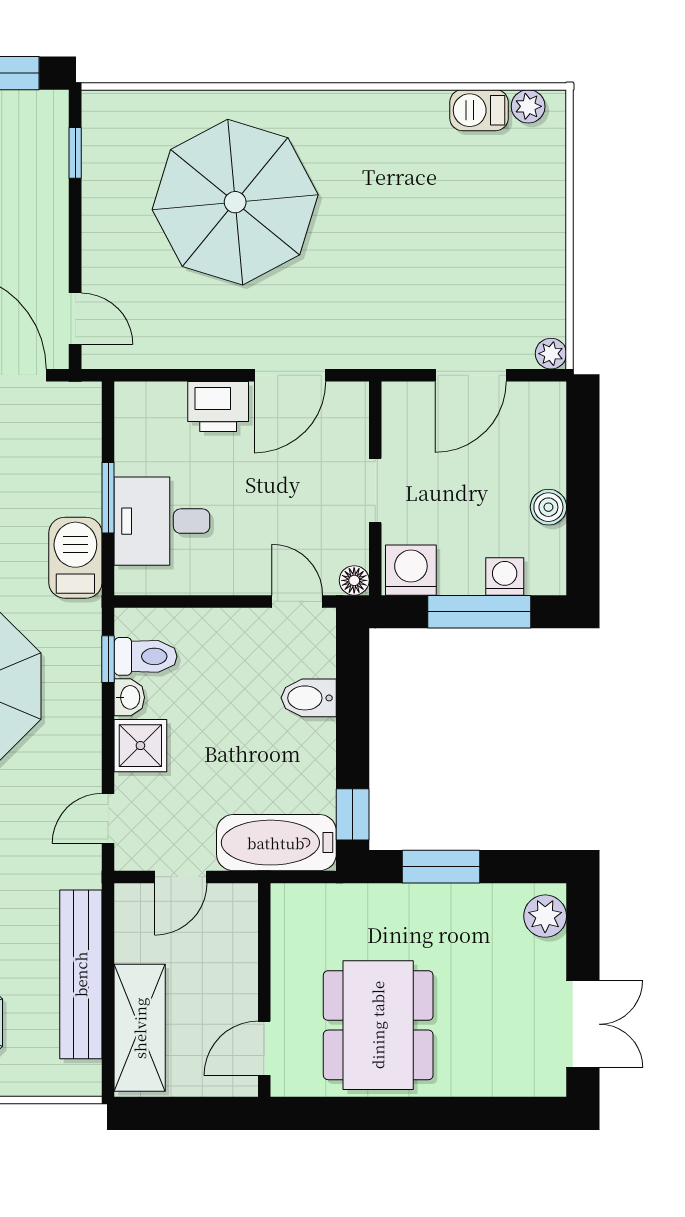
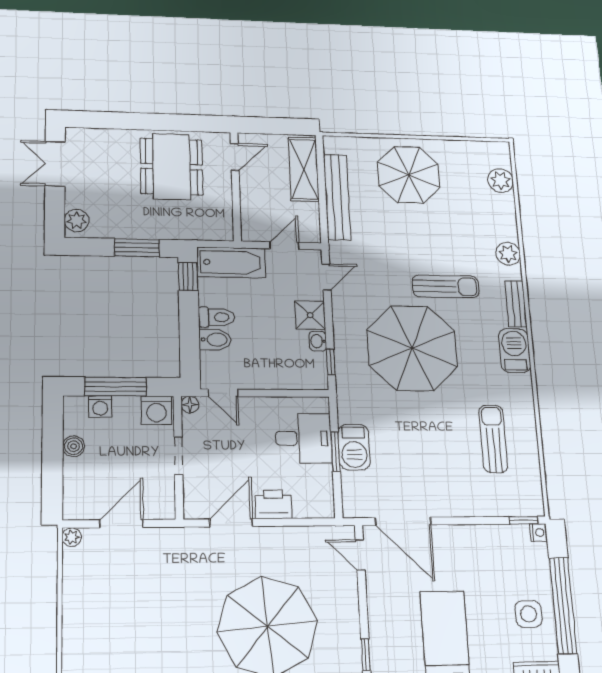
barbecue: (75, 558) -> (354, 447), moved
toilet: (146, 656) -> (217, 317), moved, turned 180

